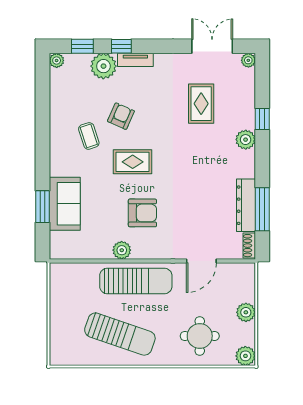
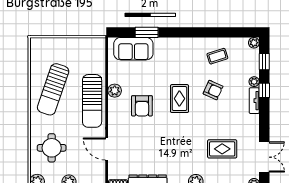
plant: (103, 66) -> (254, 82), width x0.53, depth x0.53
coffee table: (89, 136) -> (217, 56), moved
sofa: (65, 204) -> (133, 49), moved

